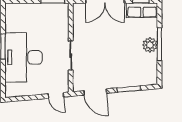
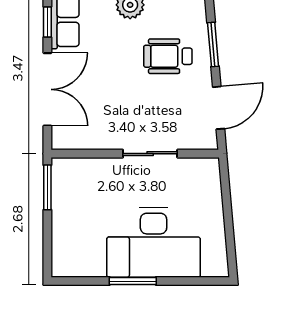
wheelchair: (123, 65) -> (168, 56), added
door: (56, 95) -> (225, 182), removed

